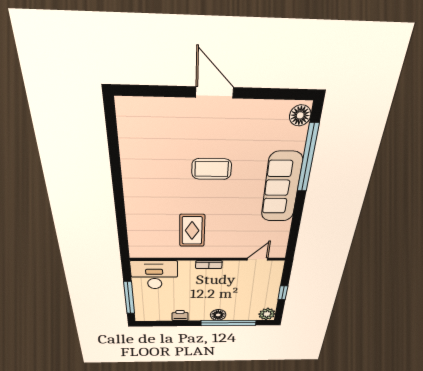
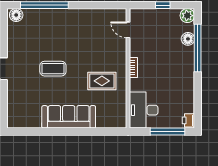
coffee table: (212, 169) -> (53, 69), turned 90
sofa: (281, 188) -> (69, 117), moved, turned 180
floor lamp: (218, 315) -> (188, 39), moved
printer: (180, 316) -> (188, 120), moved

